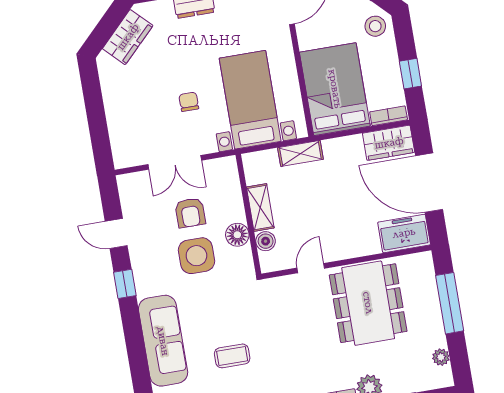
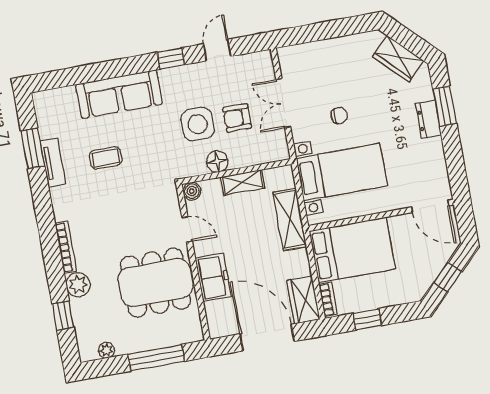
stool: (375, 26) -> (411, 287), removed
shelving: (300, 153) -> (290, 219), width x1.50, depth x1.33
door: (429, 183) -> (267, 338), hinge flipped
freezer: (404, 233) -> (213, 277), moved
boiler: (266, 241) -> (192, 191), moved
coffee table: (232, 356) -> (106, 158), turned 90

